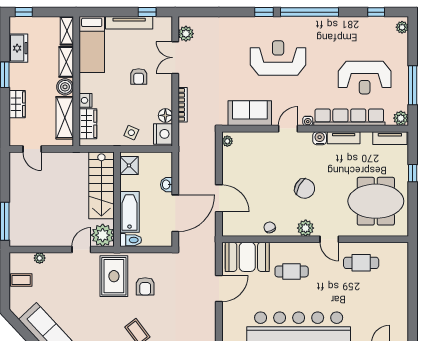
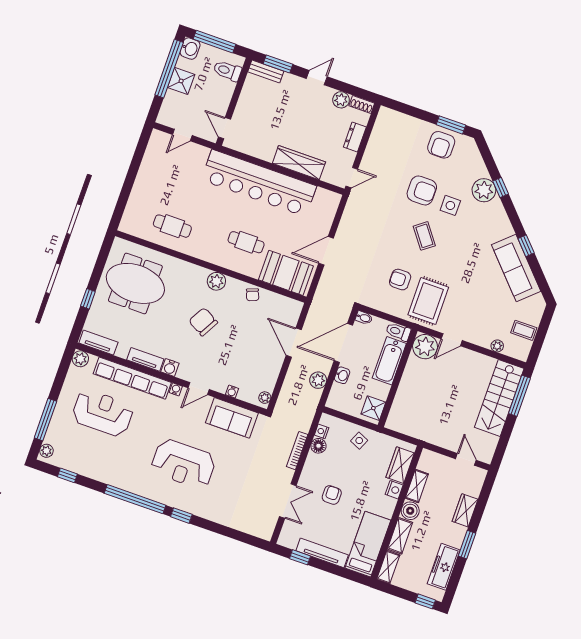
plant: (186, 34) -> (318, 380), moved
freezer: (18, 48) -> (444, 567), width x1.40
window: (413, 85) -> (45, 420), moved
shelving: (65, 118) -> (417, 486), width x0.67, depth x0.75
nightstand: (163, 134) -> (322, 431), width x0.53, depth x0.56
water cooler: (258, 136) -> (232, 391), added
stairs: (101, 185) -> (499, 398), moved, turned 180
door: (329, 239) -> (196, 261), removed
bidet: (165, 242) -> (364, 318), added
armchair: (145, 286) -> (400, 280), turned -90

